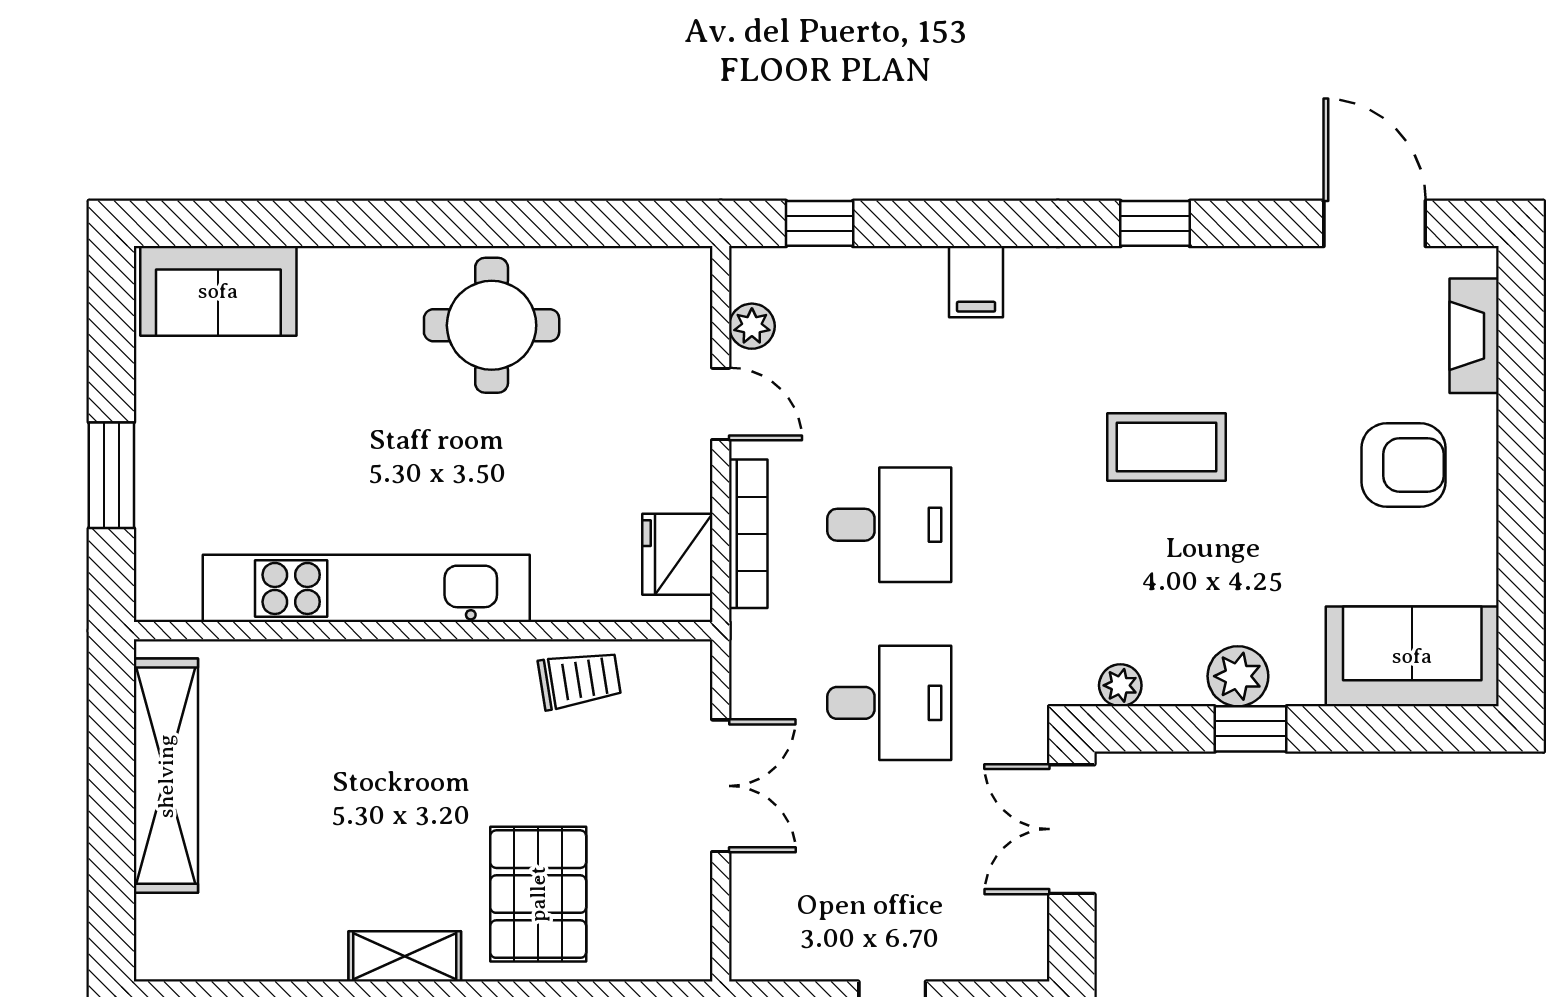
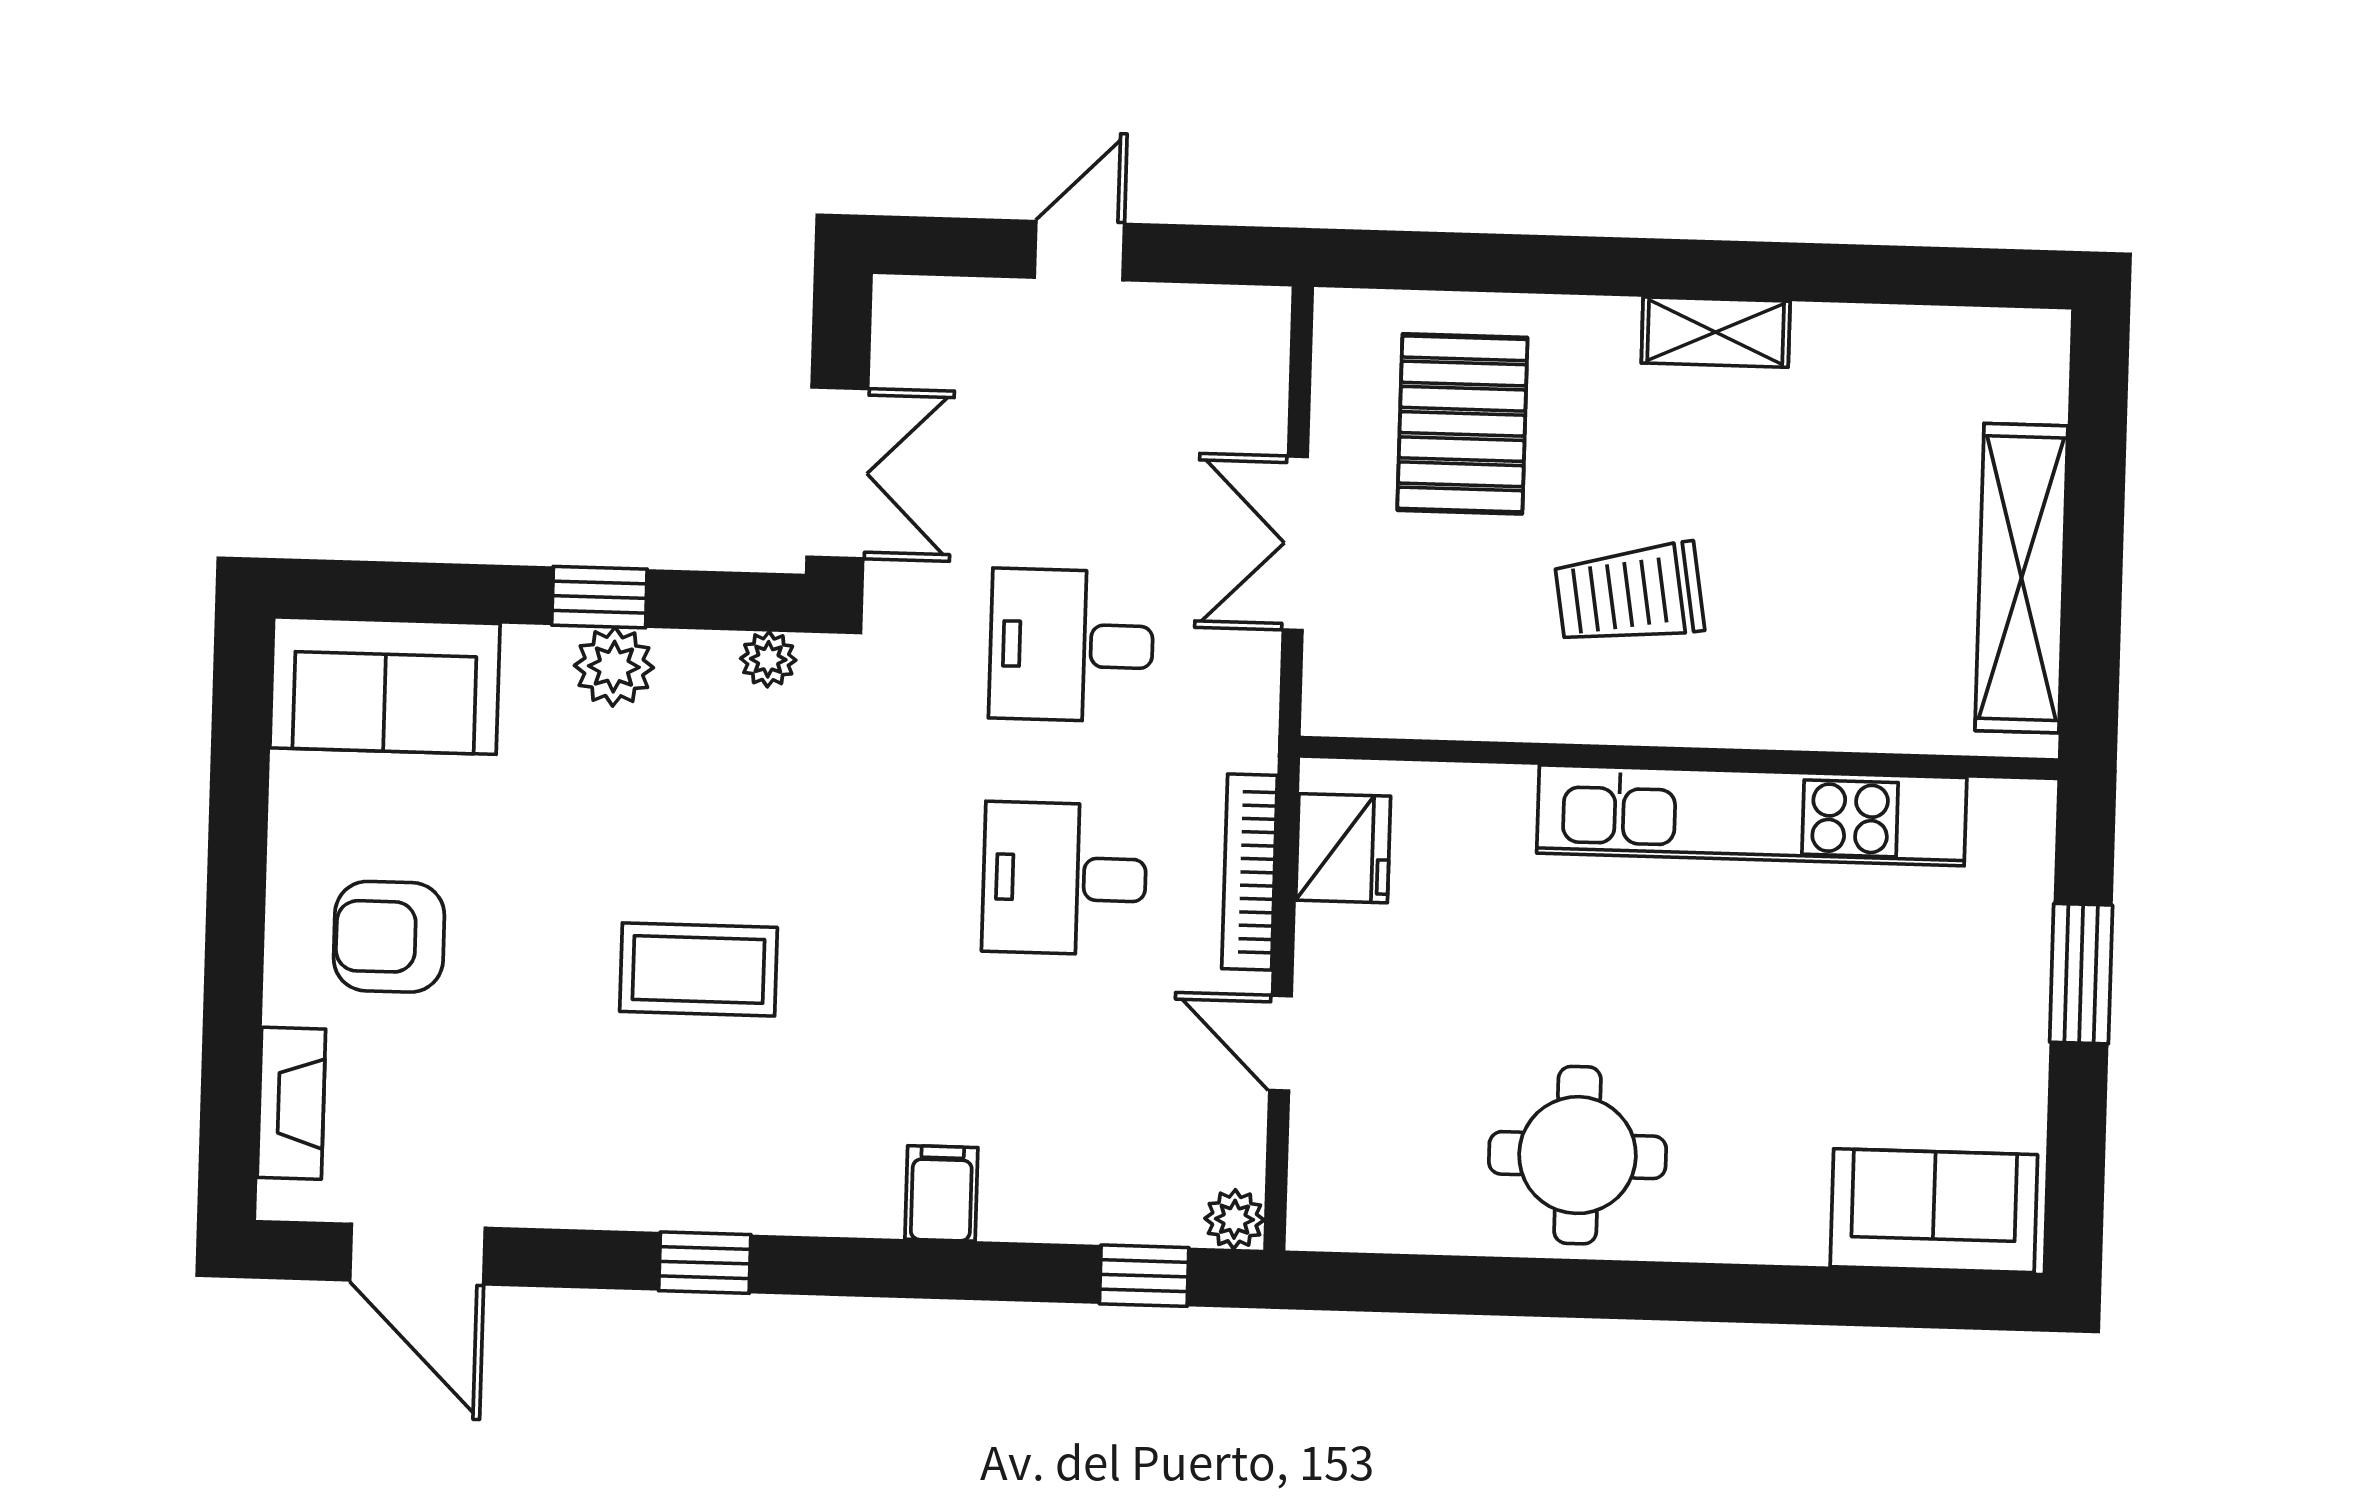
plant: (752, 326) -> (1234, 1219), moved
trolley: (580, 680) -> (1629, 594), moved, width x1.36, depth x1.39
pallet: (538, 894) -> (1462, 424), moved

